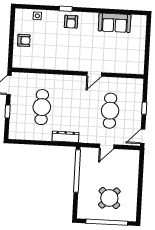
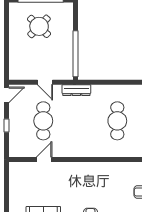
door: (94, 74) -> (44, 160), moved
dresser: (65, 137) -> (76, 90), moved
door: (107, 146) -> (45, 82), swing flipped

